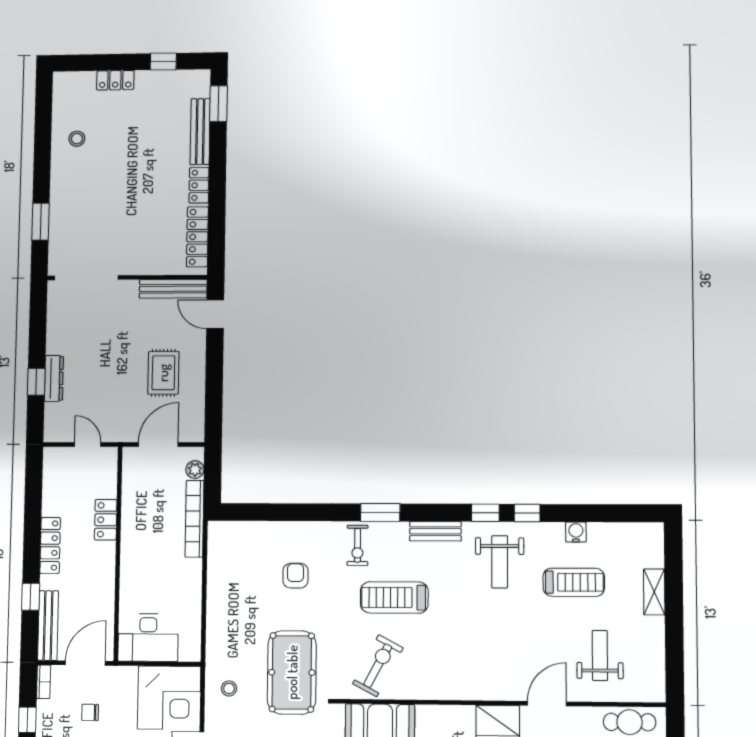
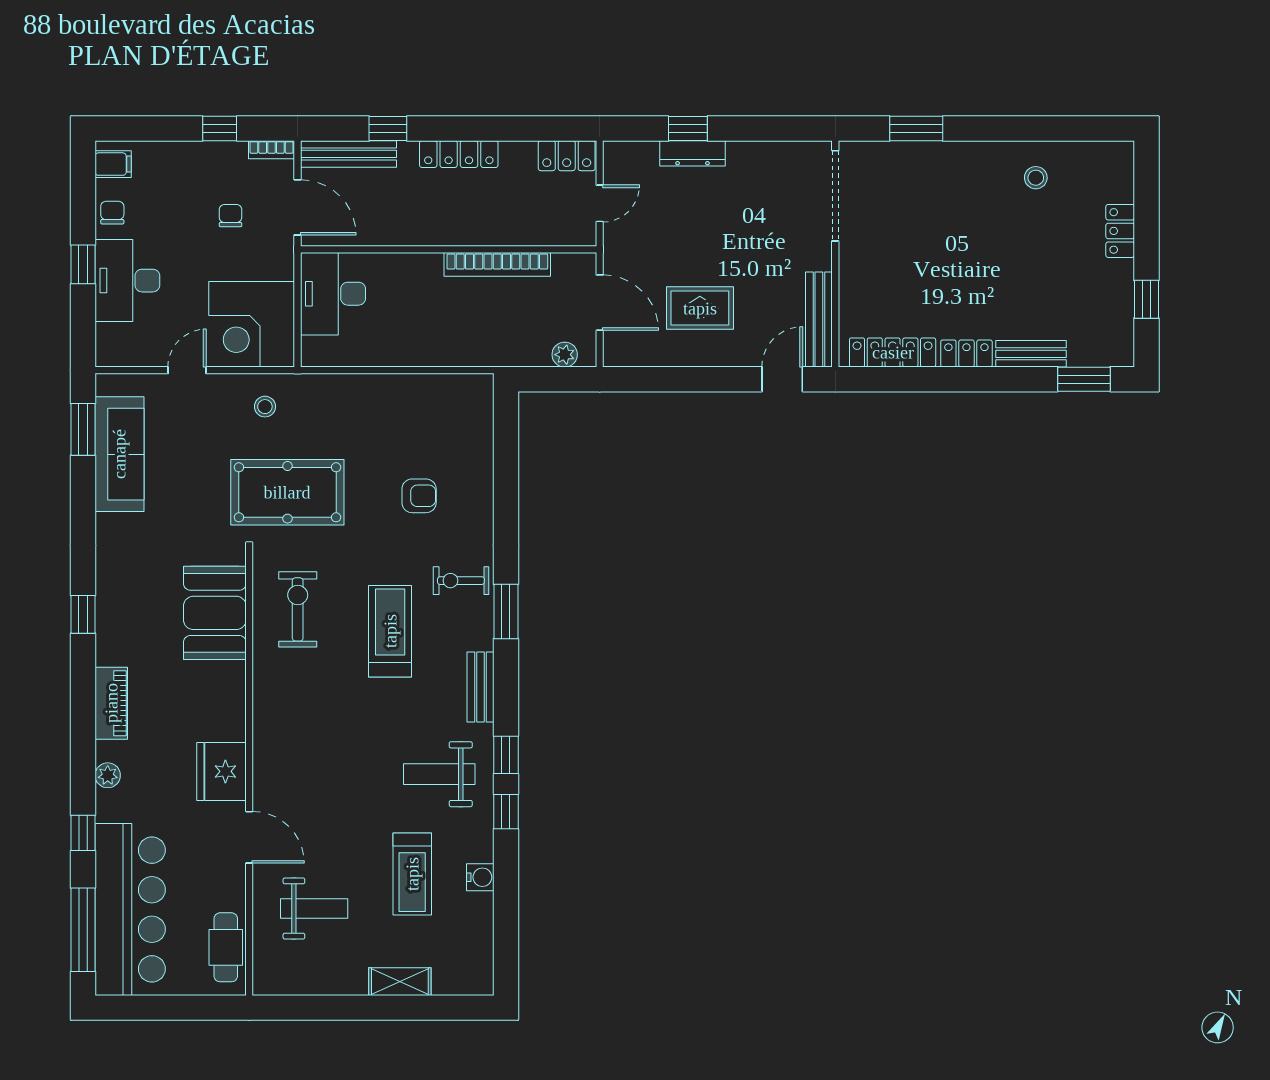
bench: (200, 132) -> (1031, 354), width x0.73
bookcase: (194, 519) -> (497, 264), moved, turned 180
locker: (106, 520) -> (567, 156), moved, turned 180
exercise bike: (378, 666) -> (298, 609), turned -118

